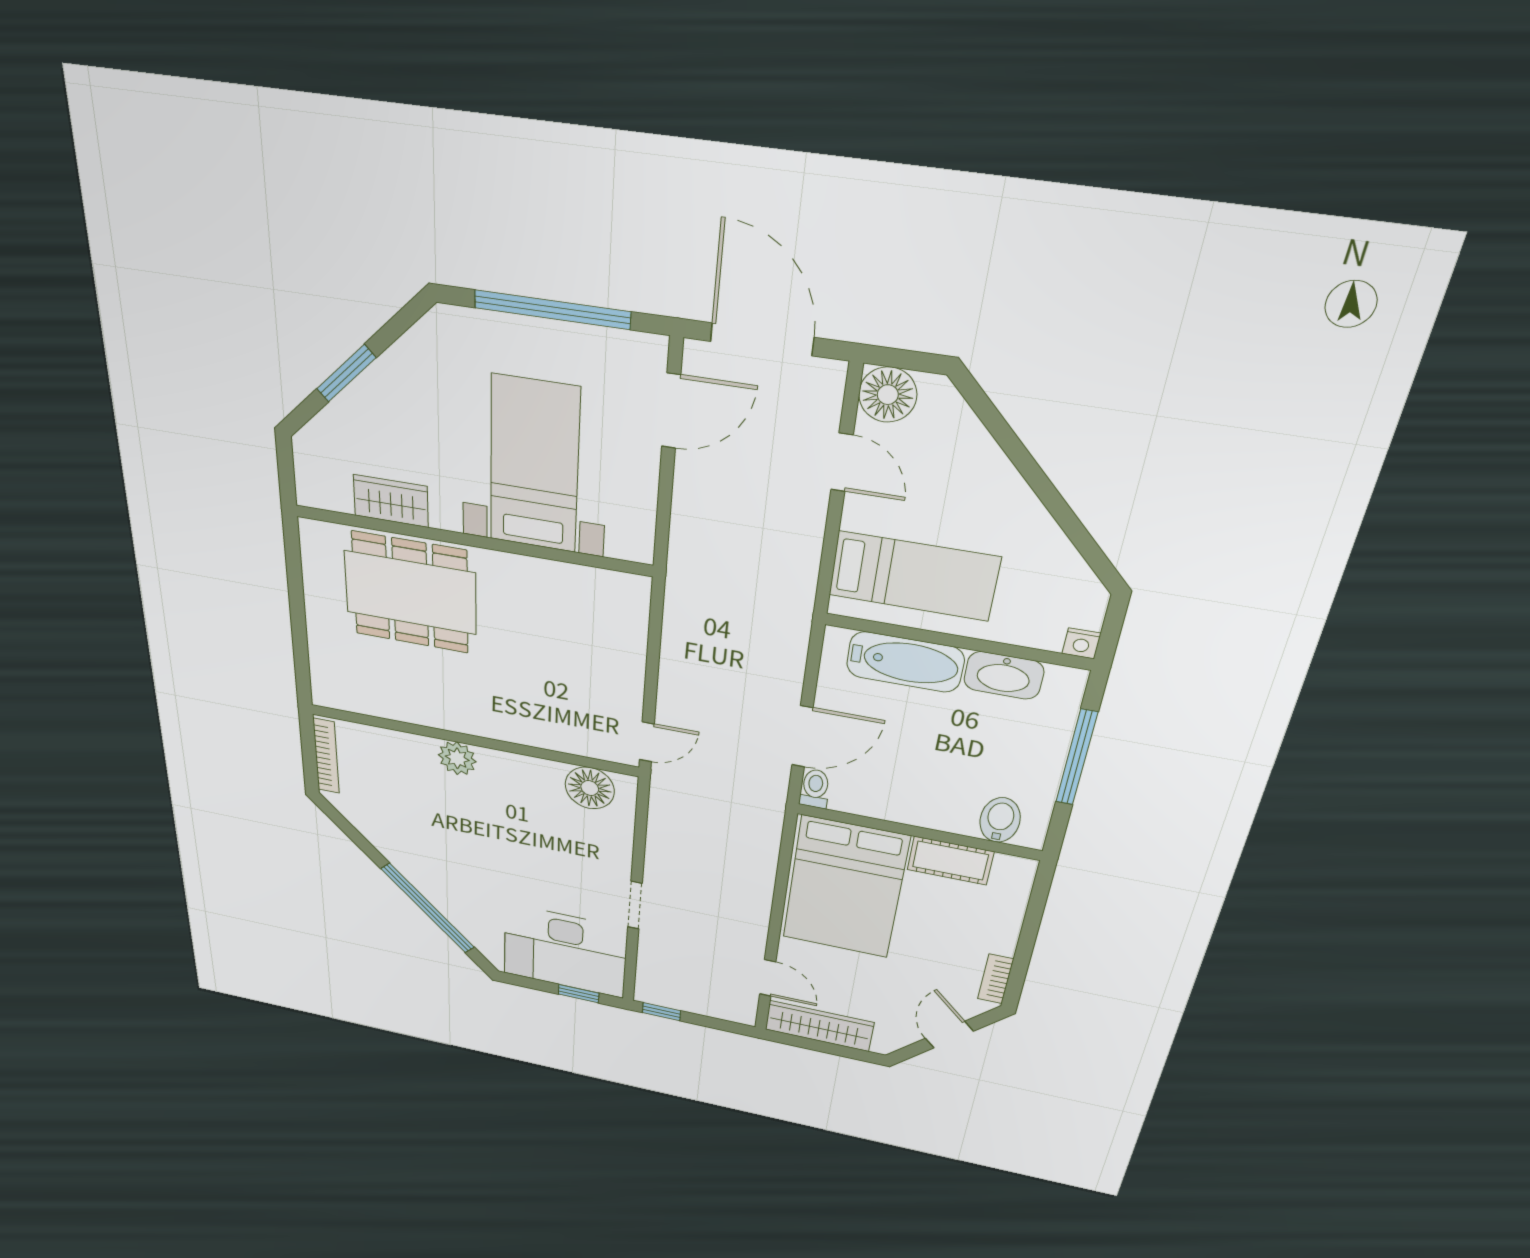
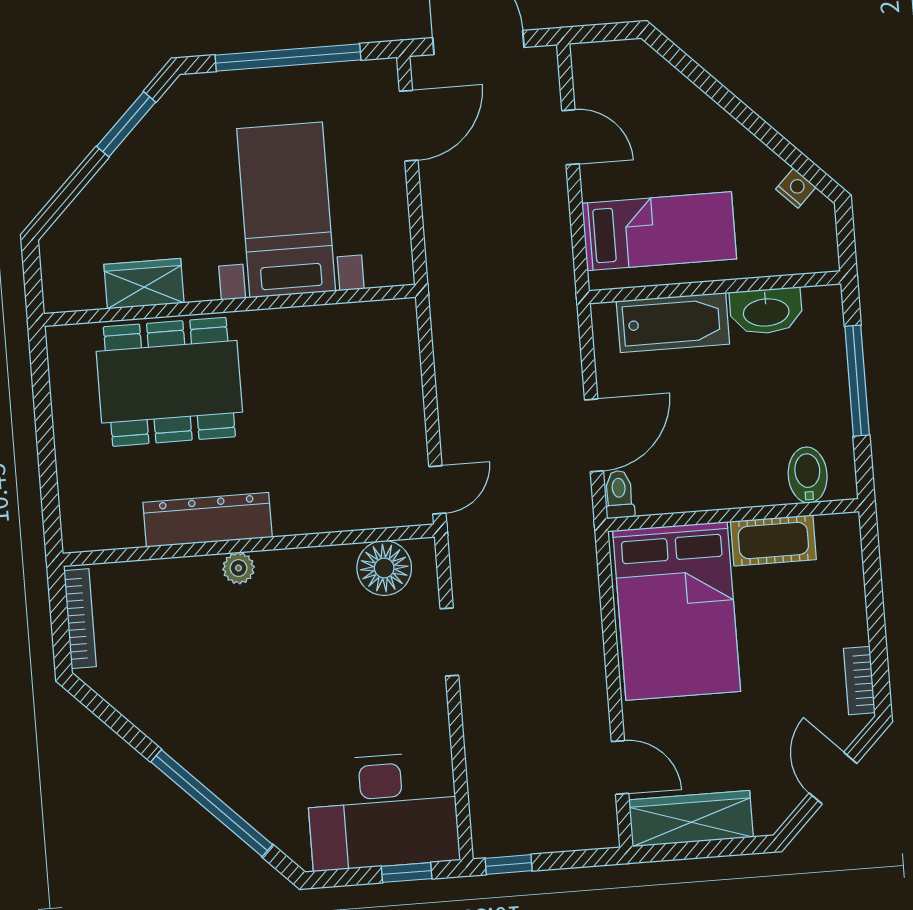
window: (346, 373) -> (126, 124), moved
floor lamp: (888, 395) -> (596, 66), removed
nightstand: (1081, 643) -> (796, 188), moved, turned -135
dresser: (438, 712) -> (208, 520), added
plant: (457, 758) -> (239, 568), width x0.73, depth x0.73
doorway: (635, 905) -> (449, 642), moved

